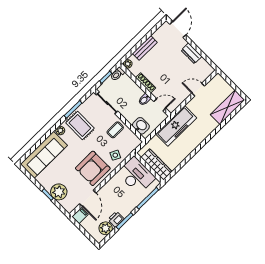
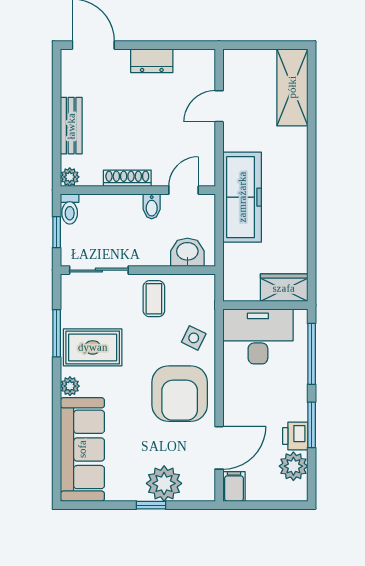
wardrobe: (157, 165) -> (284, 288), width x0.67
door: (88, 198) -> (219, 448), hinge flipped

